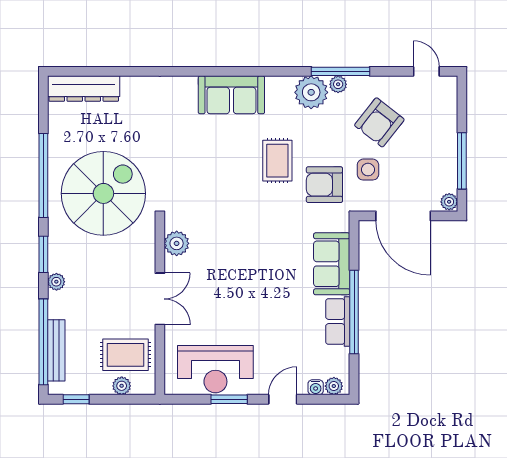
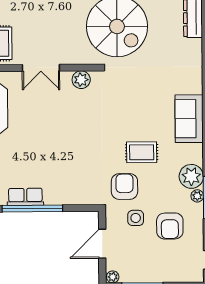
armchair: (379, 122) -> (170, 226), turned -128
door: (403, 216) -> (102, 244), width x0.73
sofa: (332, 264) -> (67, 192), removed

